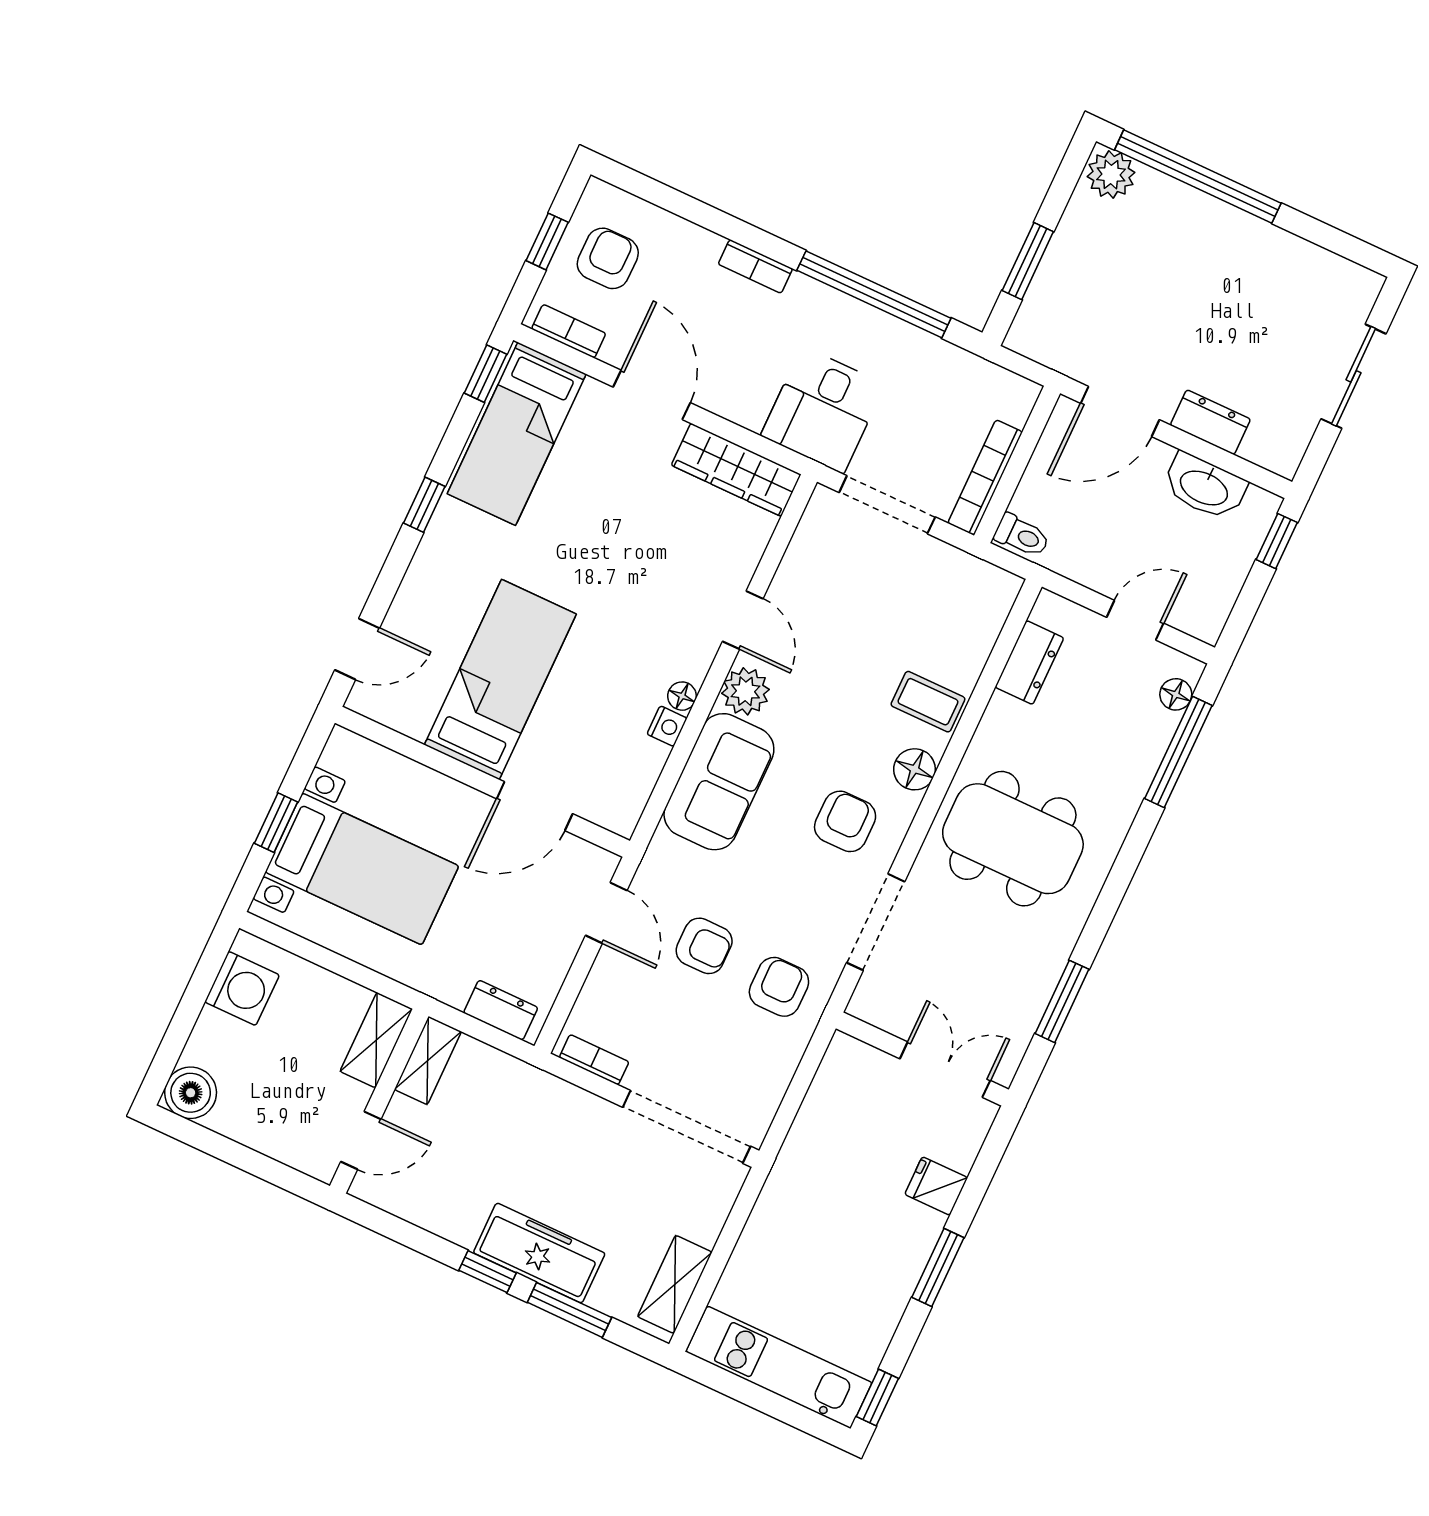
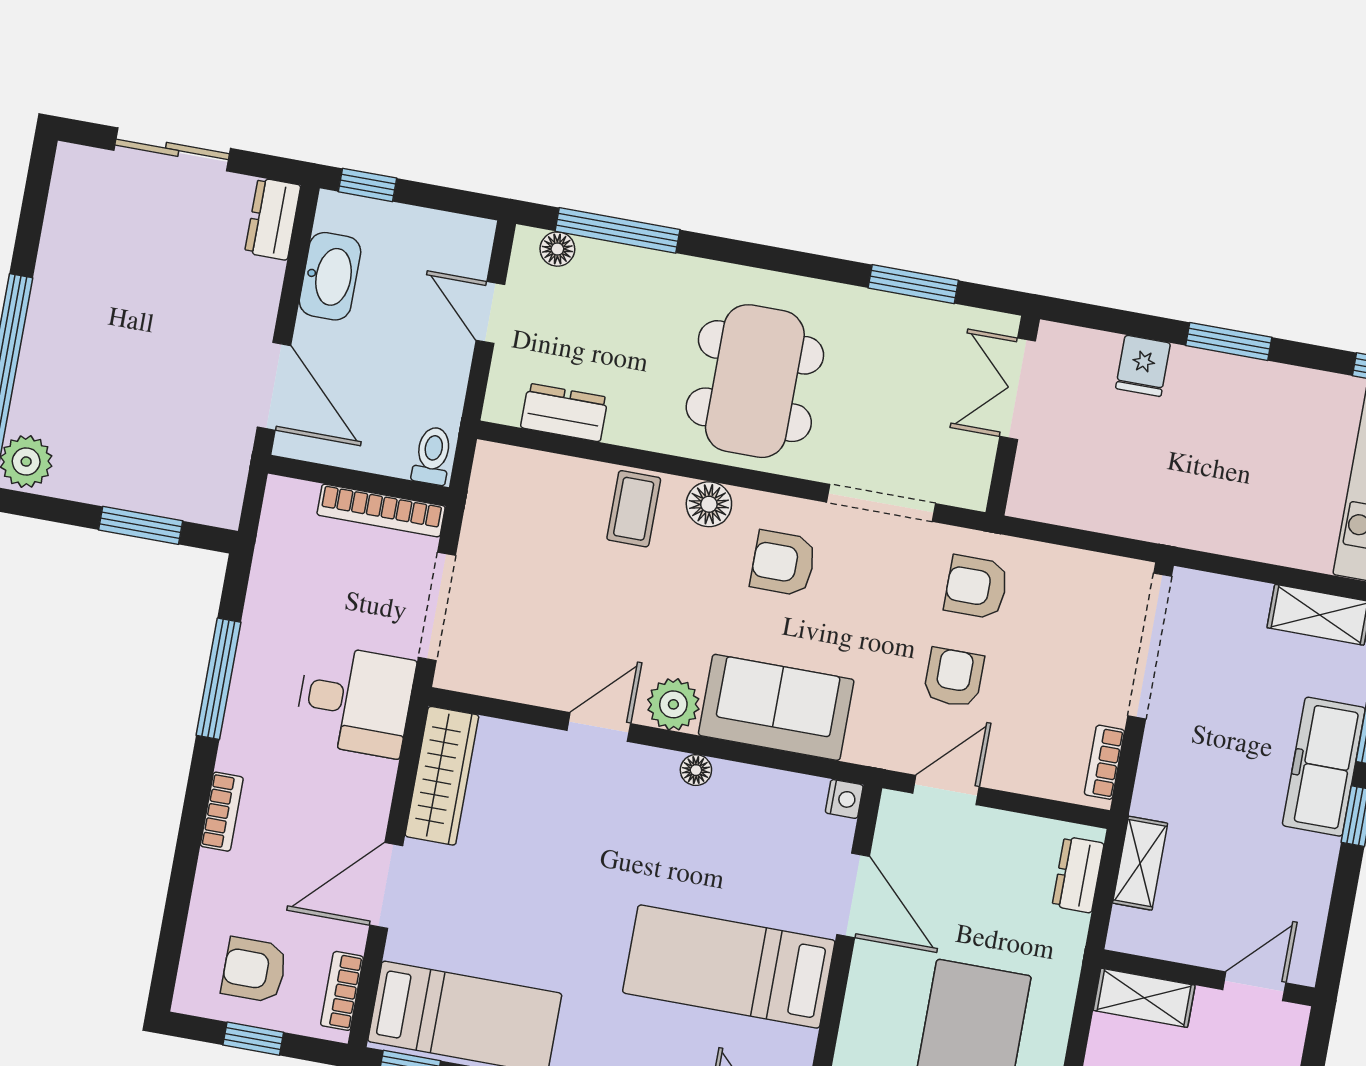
window: (874, 294) -> (218, 679), width x0.68
dresser: (1210, 422) -> (273, 219), moved
nightstand: (667, 726) -> (844, 799), moved, turned 90
shelving: (428, 1061) -> (1140, 863), moved, turned 90
door: (361, 1140) -> (1254, 986), hinge flipped

